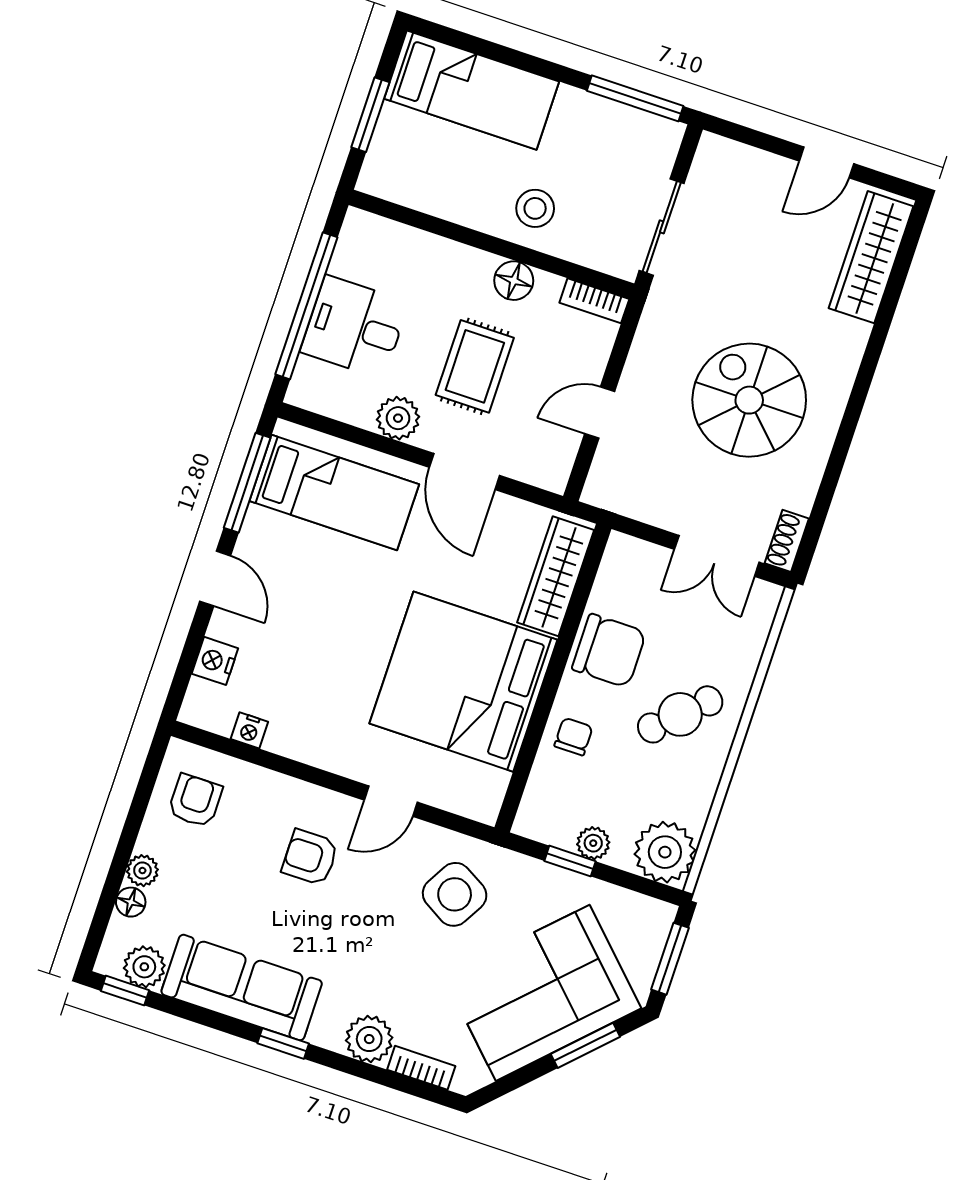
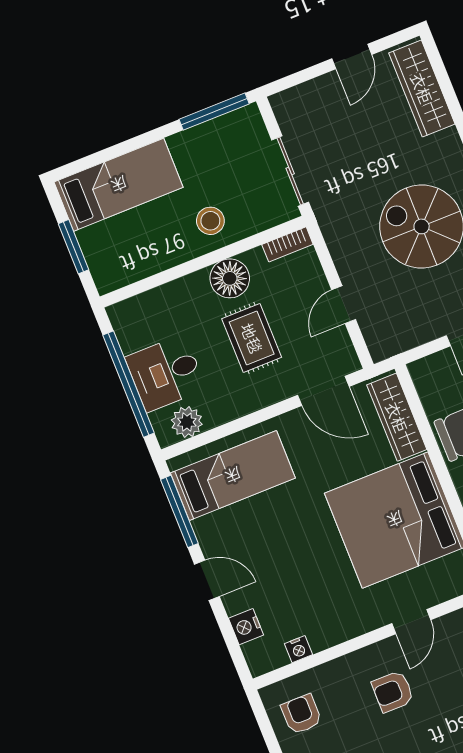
floor lamp: (514, 281) -> (230, 278), width x1.38, depth x1.38
plant: (398, 418) -> (187, 422), moved
door: (464, 471) -> (323, 391), moved

